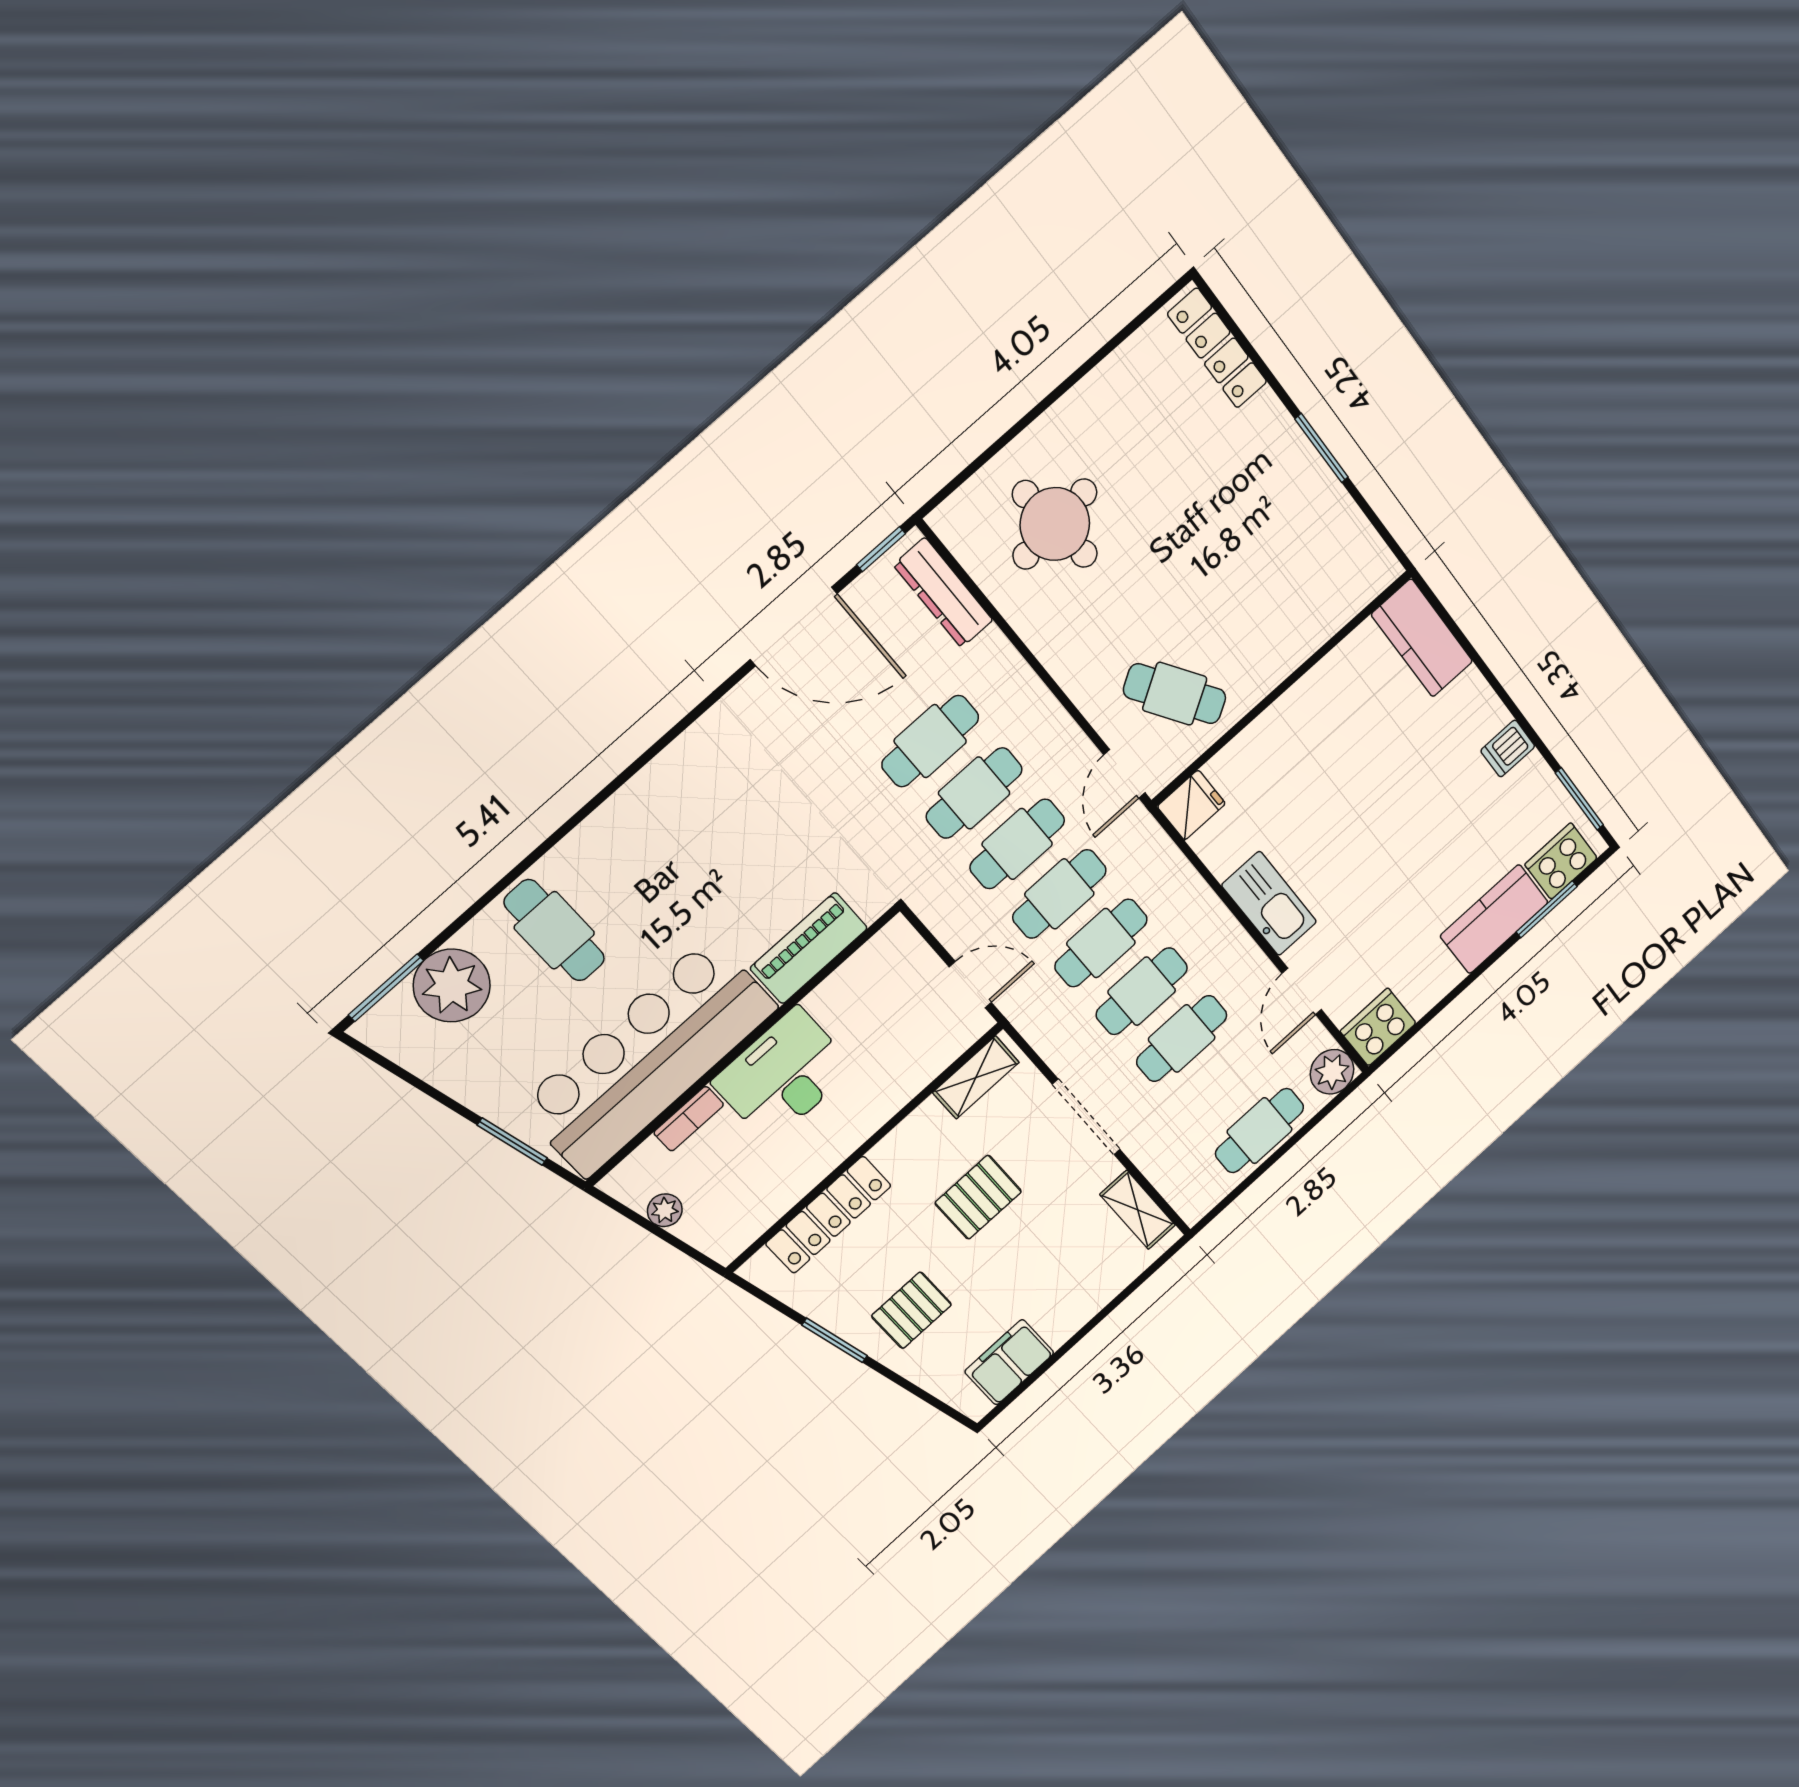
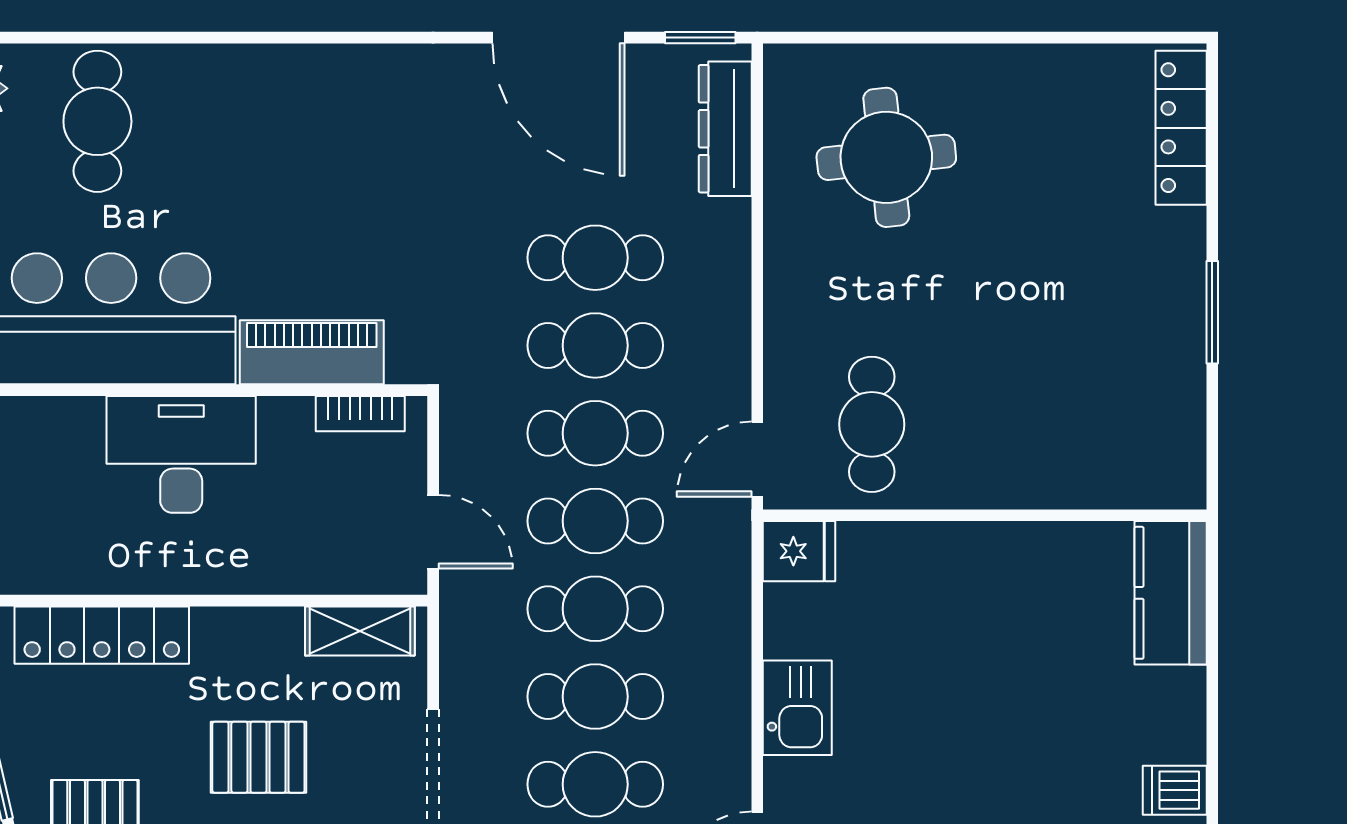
cafe table: (1175, 694) -> (872, 424), turned 32
kitchen sink: (1269, 903) -> (797, 708), width x0.73
bookcase: (689, 1119) -> (360, 414), moved

